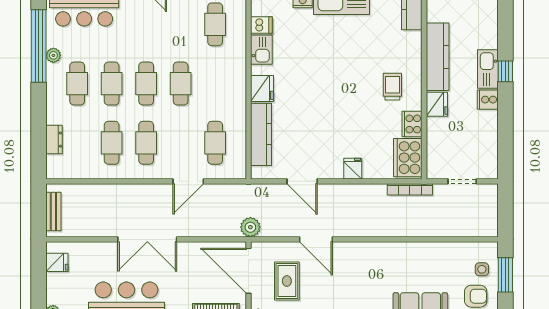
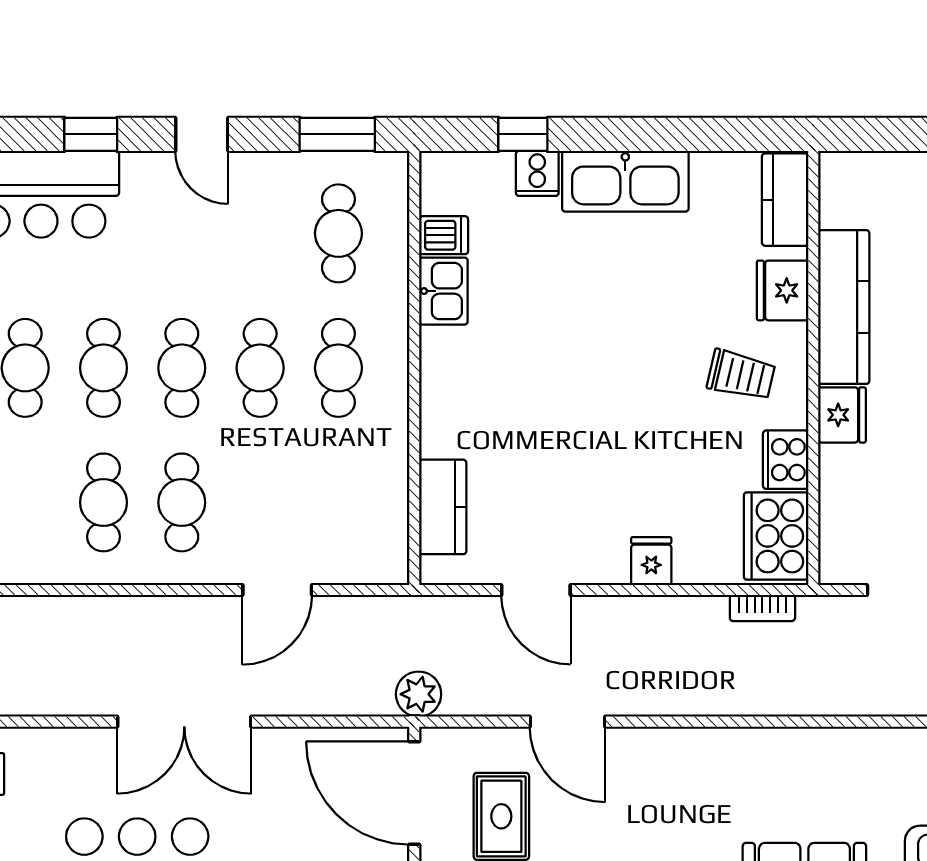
trolley: (392, 87) -> (741, 375), turned 103
fridge: (262, 89) -> (783, 290), moved, turned 180
kitchen counter: (261, 134) -> (443, 507), width x0.67
cafe table: (215, 143) -> (338, 368), moved
bookcase: (410, 189) -> (762, 608), width x0.64

